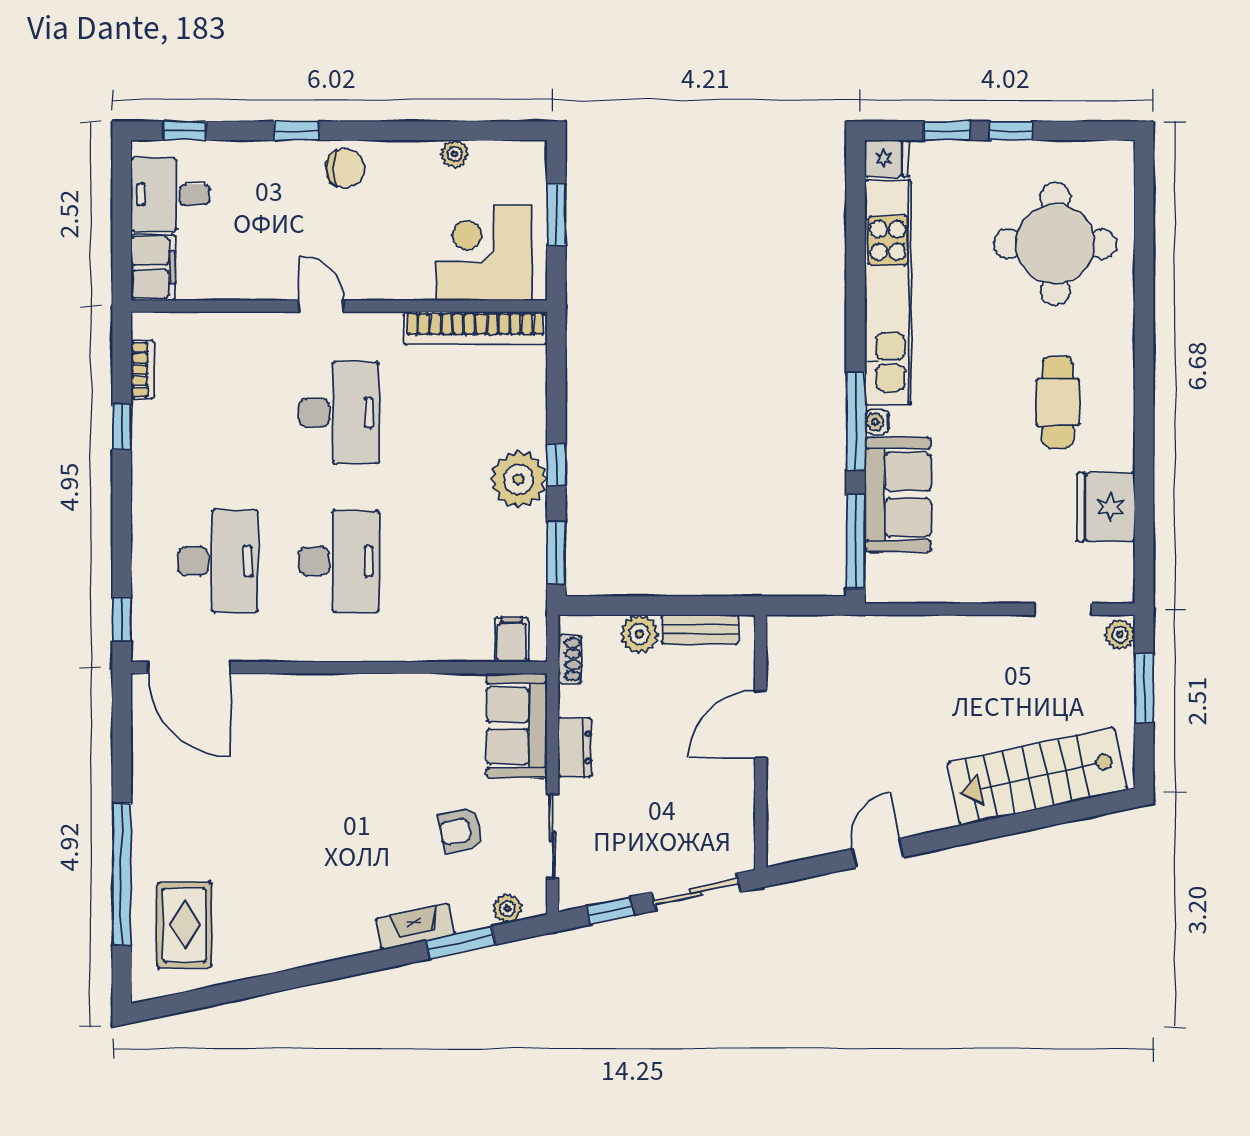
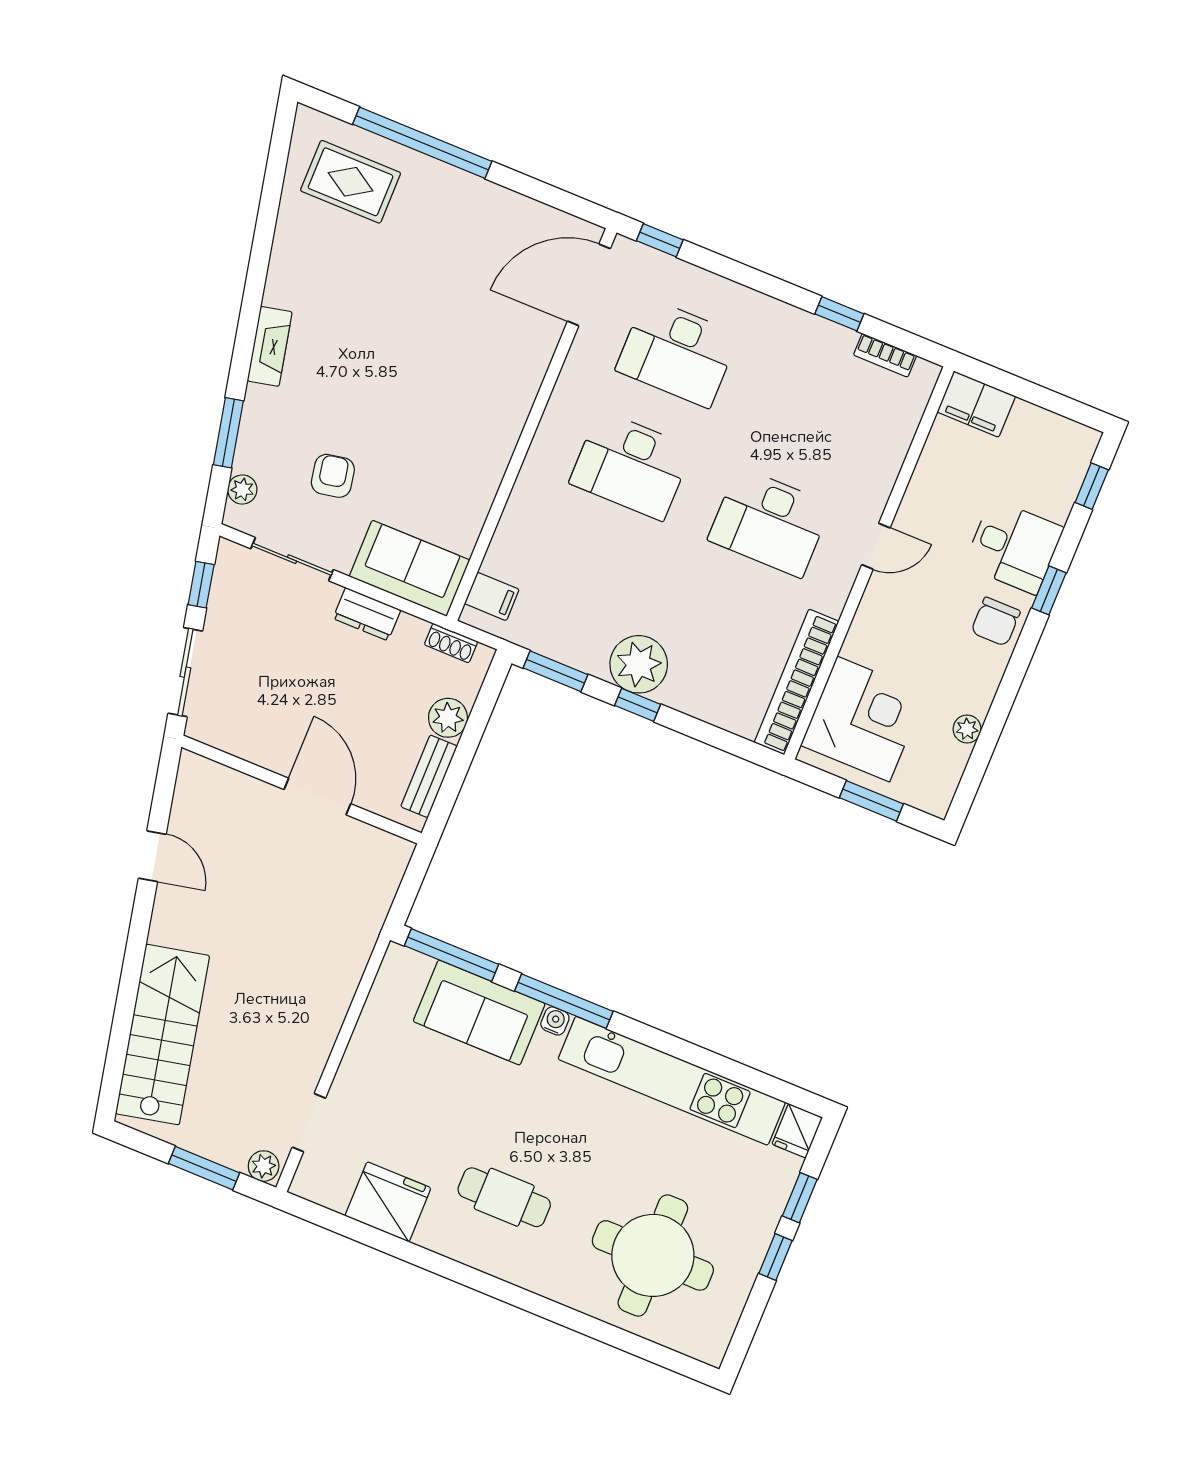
desk: (170, 195) -> (1014, 547), moved, turned 90
fireplace: (415, 927) -> (270, 346), moved

